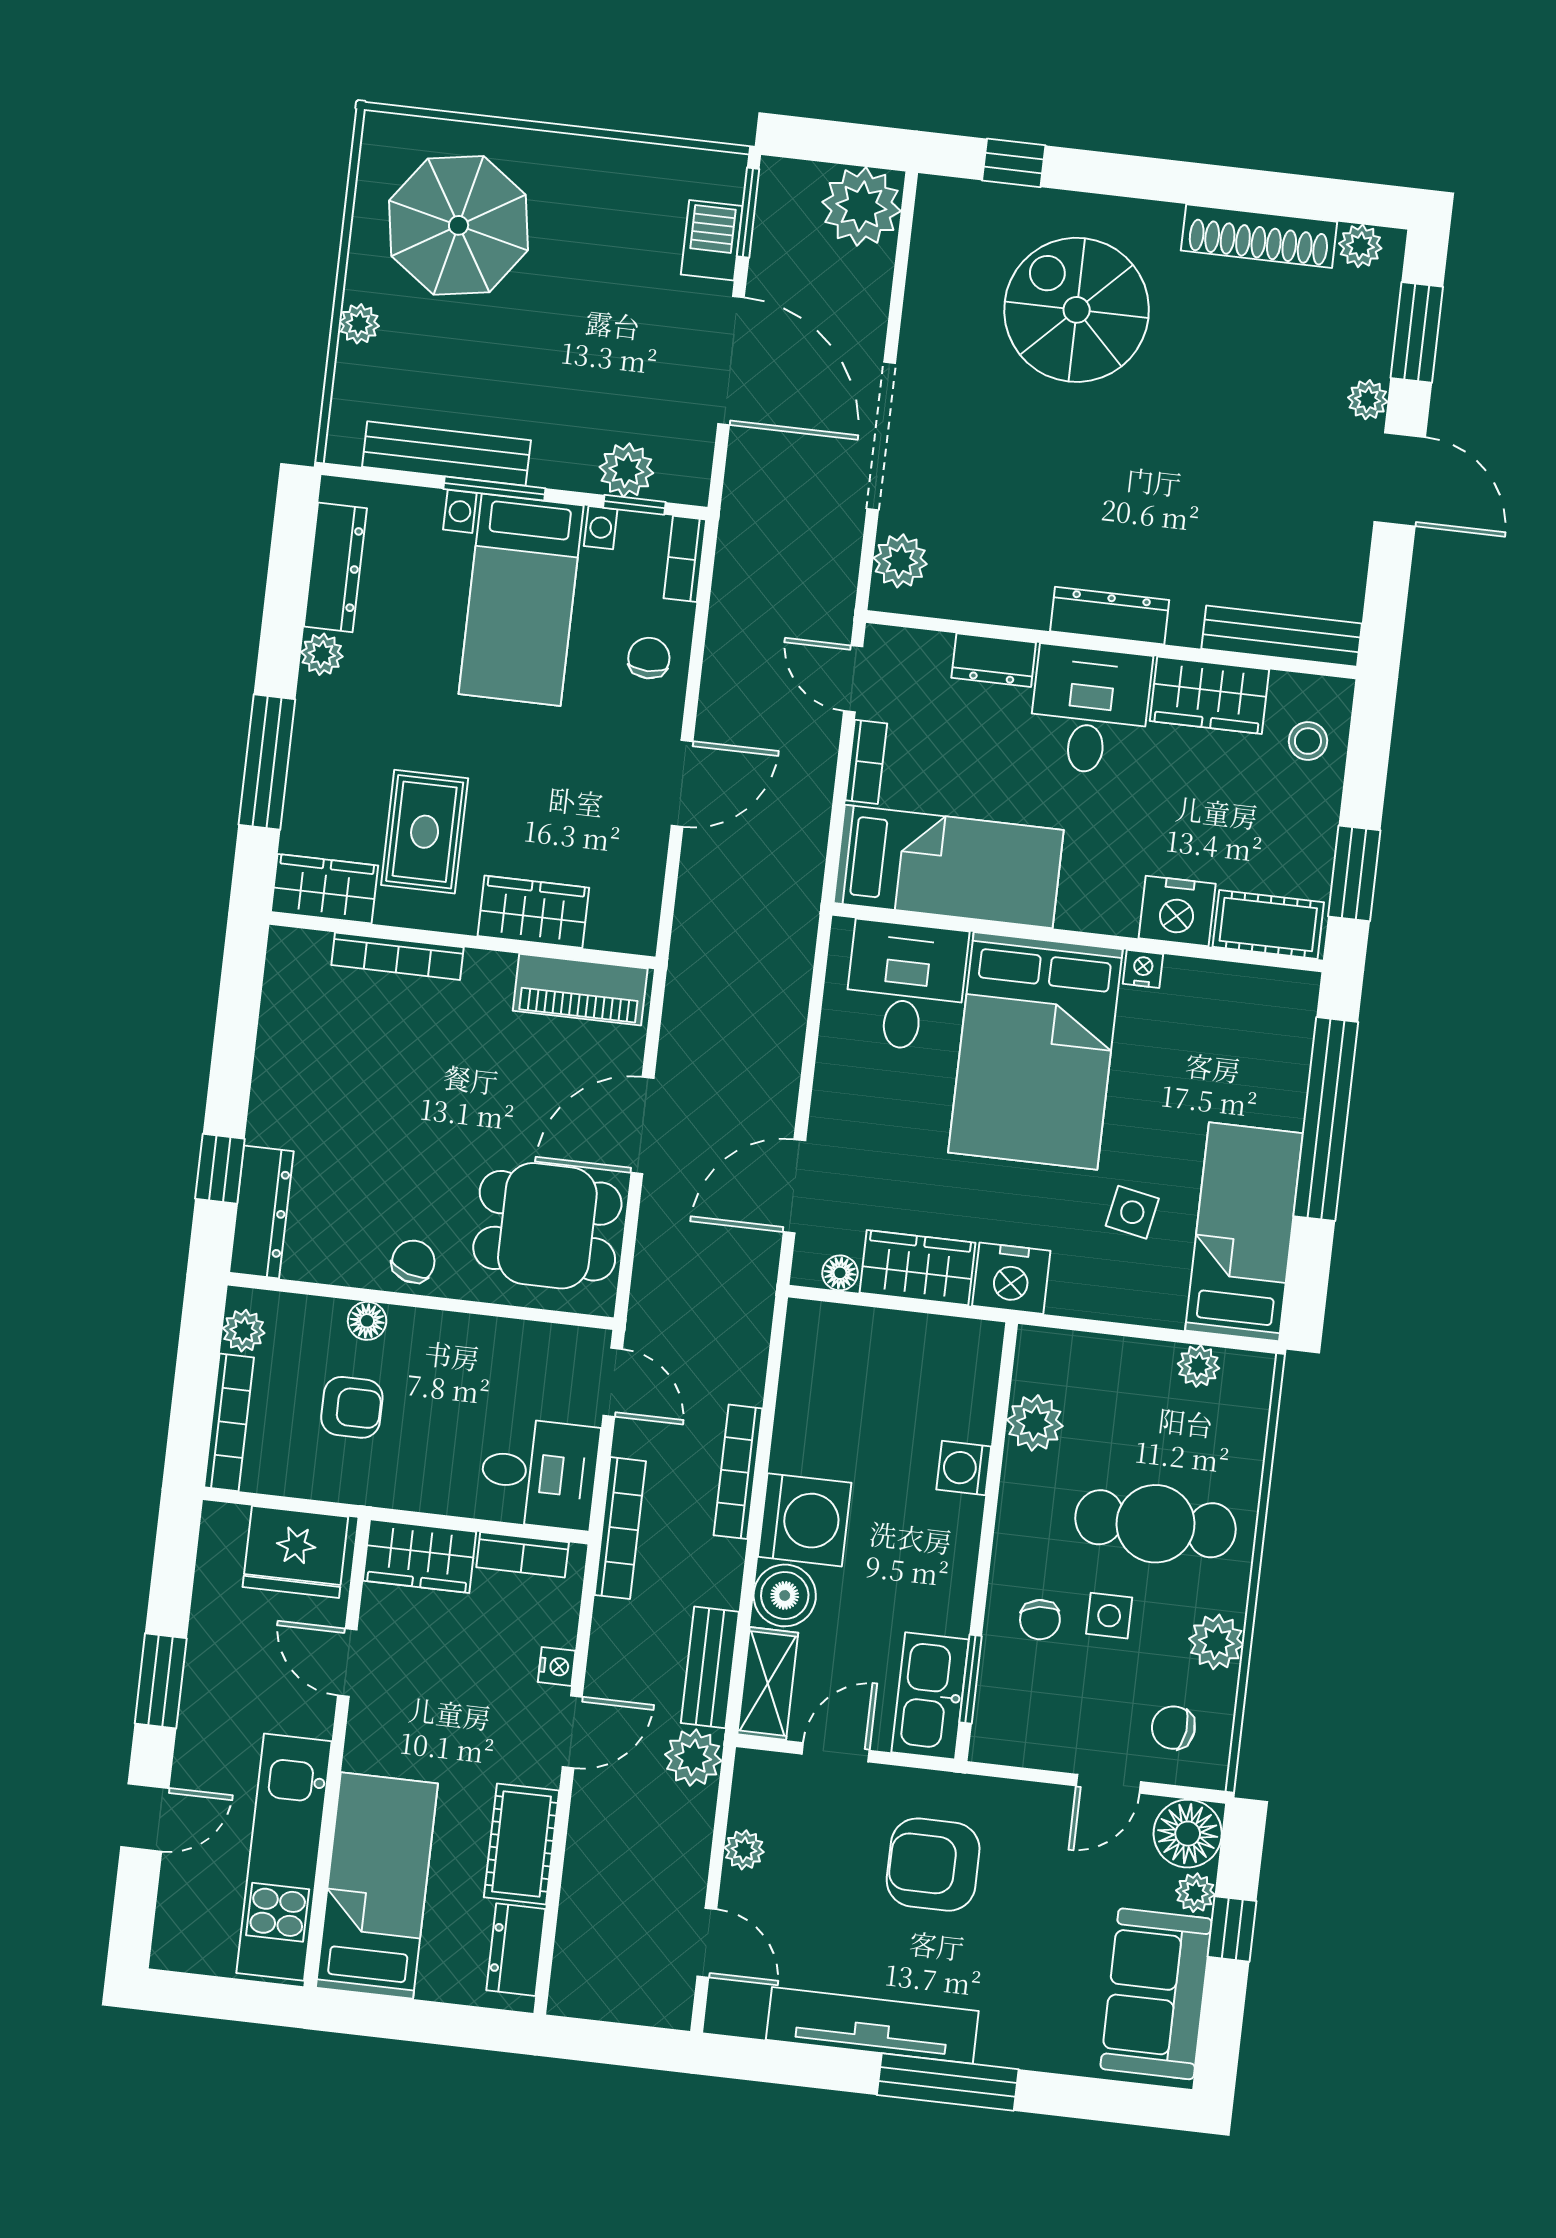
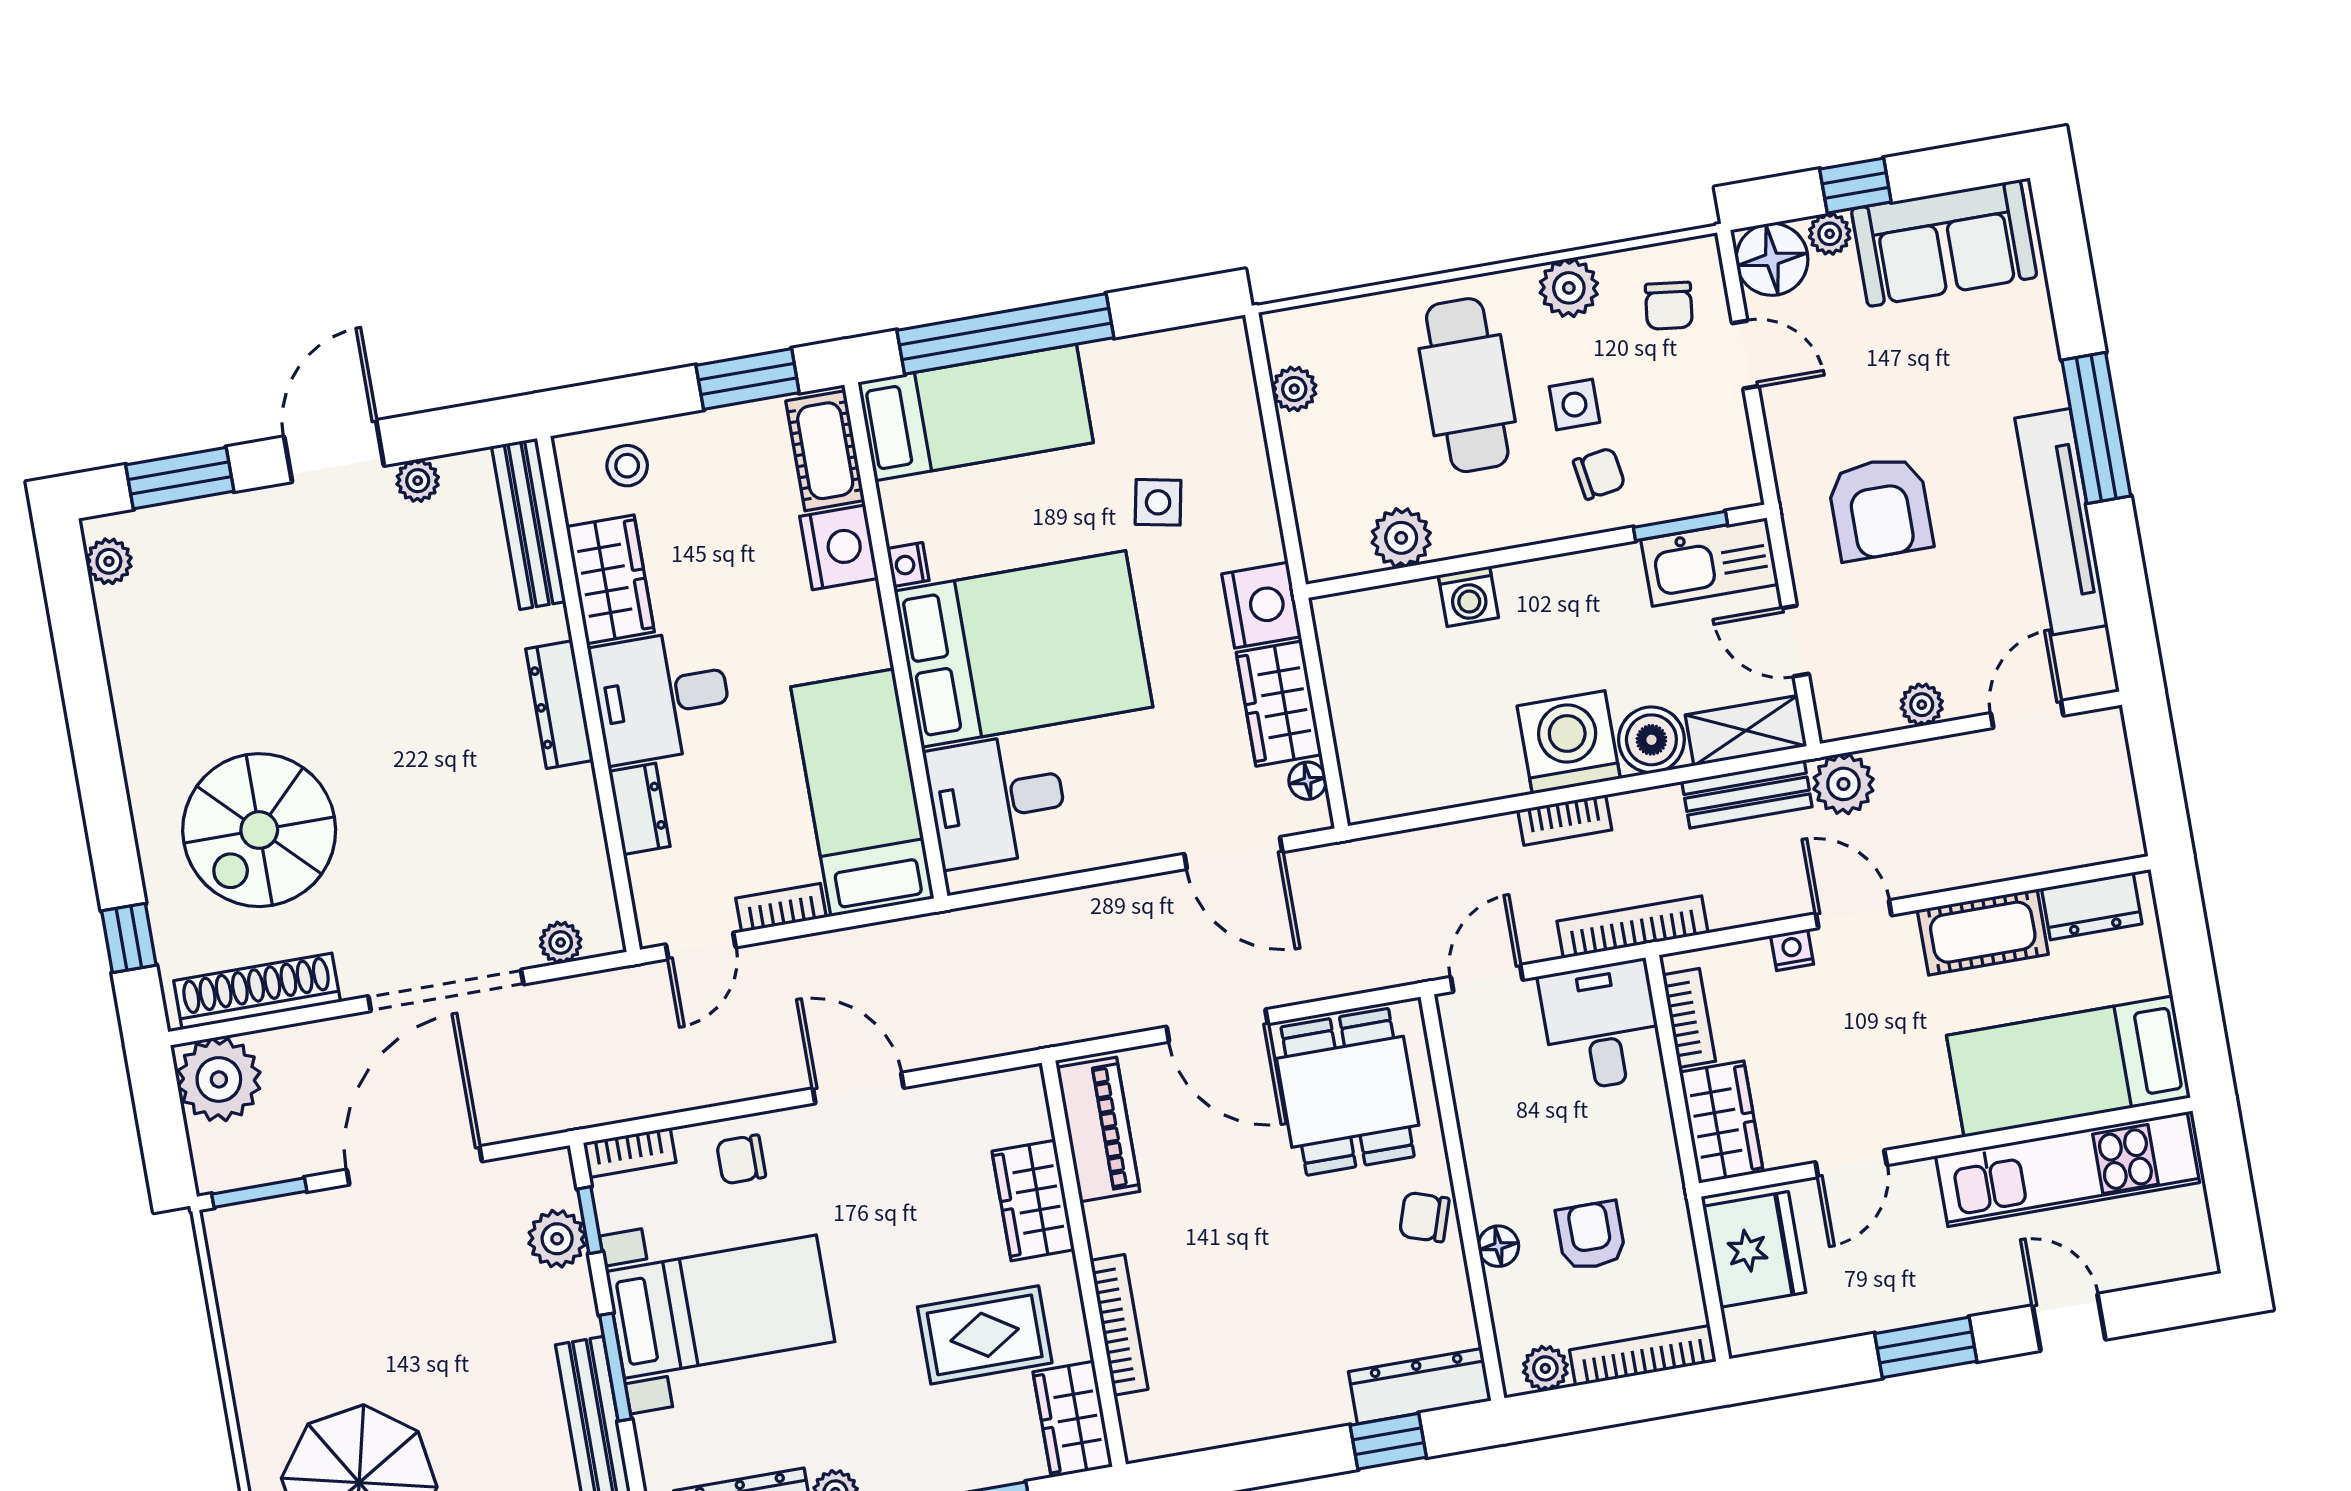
shoe rack: (1259, 236) -> (257, 991), moved, turned -90
barbecue: (712, 240) -> (298, 1221), removed
plant: (1368, 400) -> (418, 481), moved
plant: (900, 561) -> (561, 943), width x0.73, depth x0.73
bed: (1244, 1232) -> (976, 412), moved, turned 180
bookcase: (738, 1472) -> (1565, 820), width x0.64

